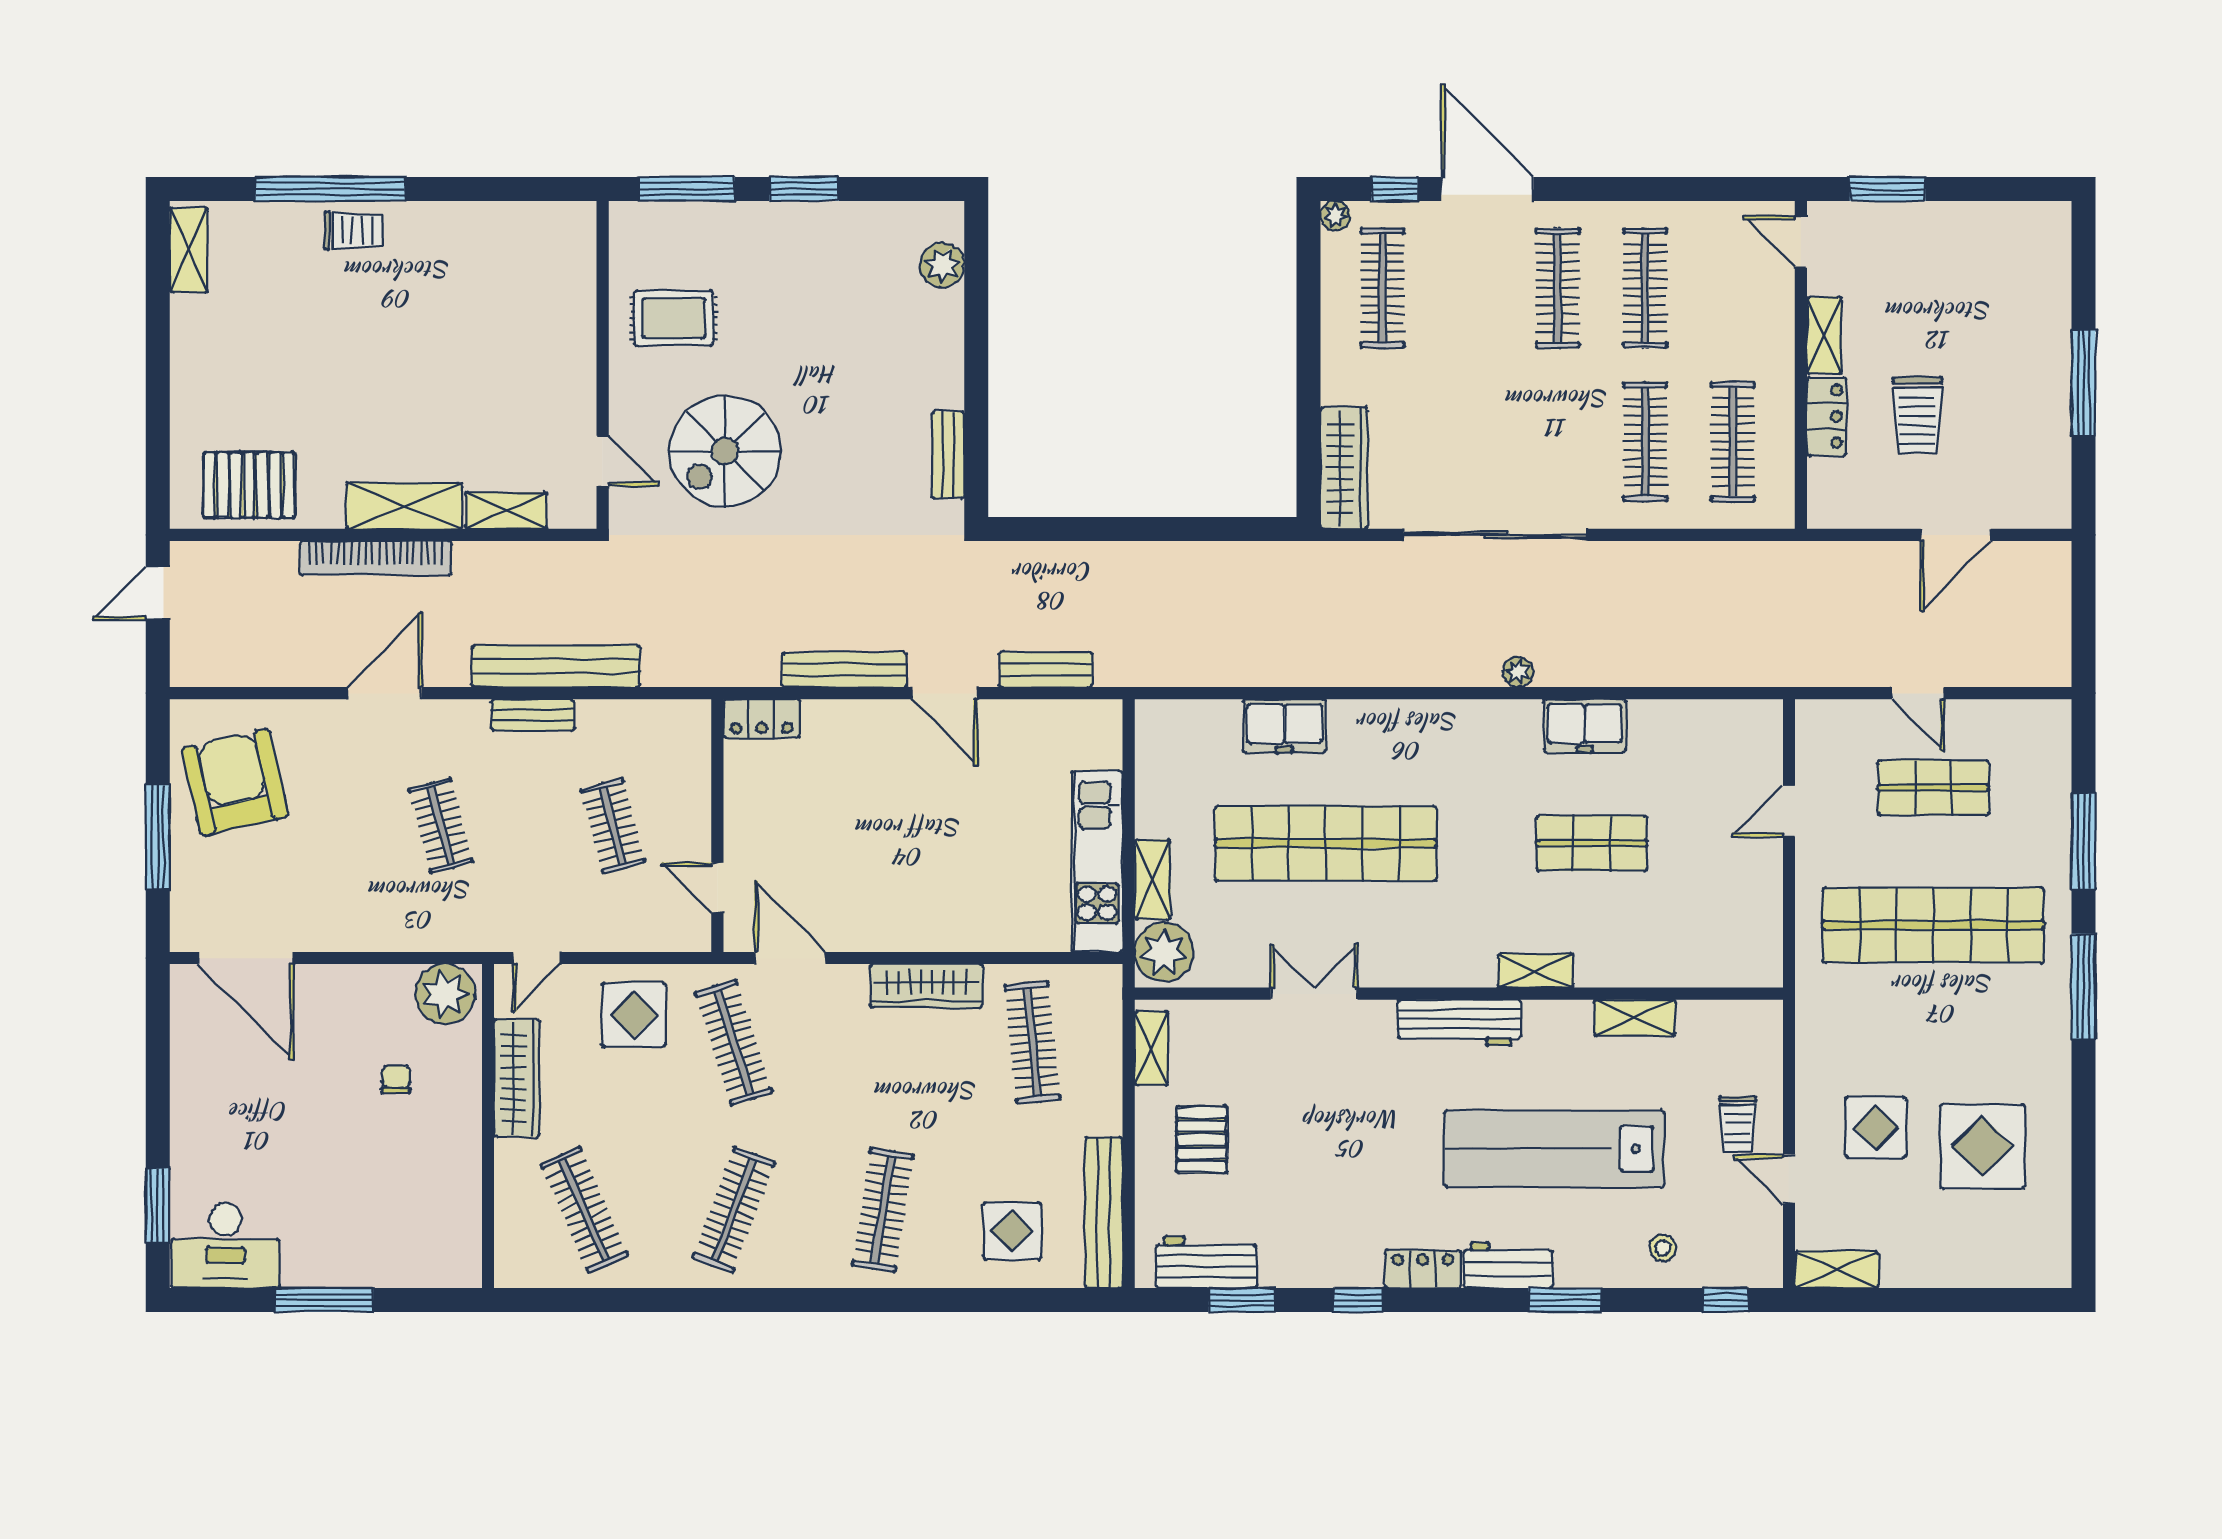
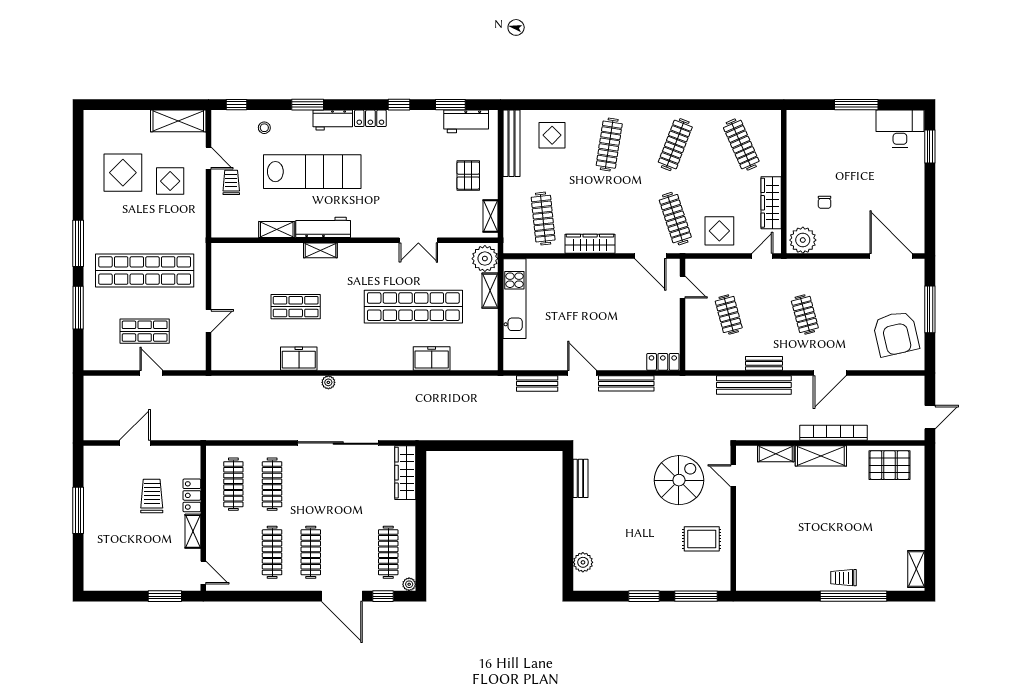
workbench: (1459, 1023) -> (323, 227), moved
shelving: (1837, 1269) -> (178, 121), width x1.50, depth x1.33

